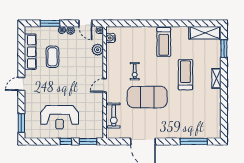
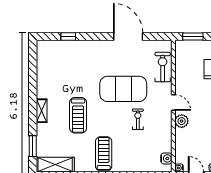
plant: (98, 50) -> (182, 121), moved
door: (105, 85) -> (173, 103), hinge flipped
window: (194, 141) -> (68, 37), width x0.46

